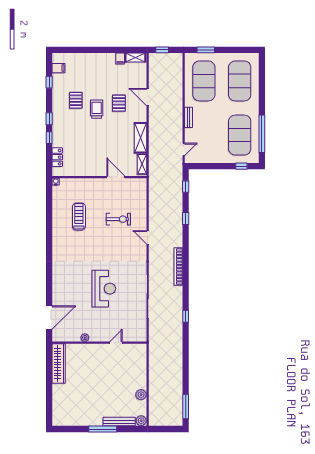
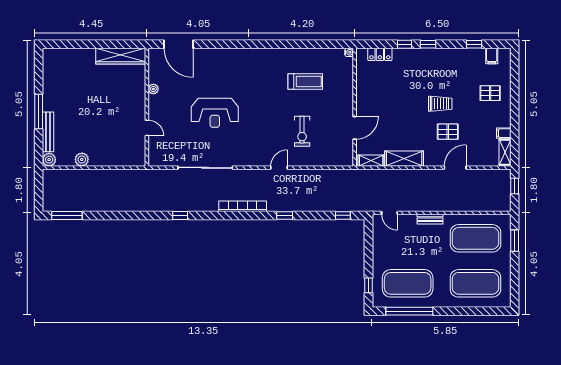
pallet: (76, 100) -> (490, 93), moved
window: (186, 219) -> (285, 215), moved

